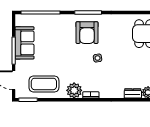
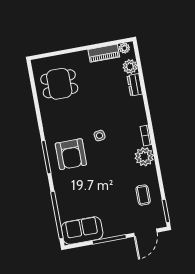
armchair: (87, 33) -> (71, 154), turned 90
sofa: (25, 43) -> (82, 231), moved
coffee table: (44, 84) -> (143, 195), width x0.54, depth x0.58

